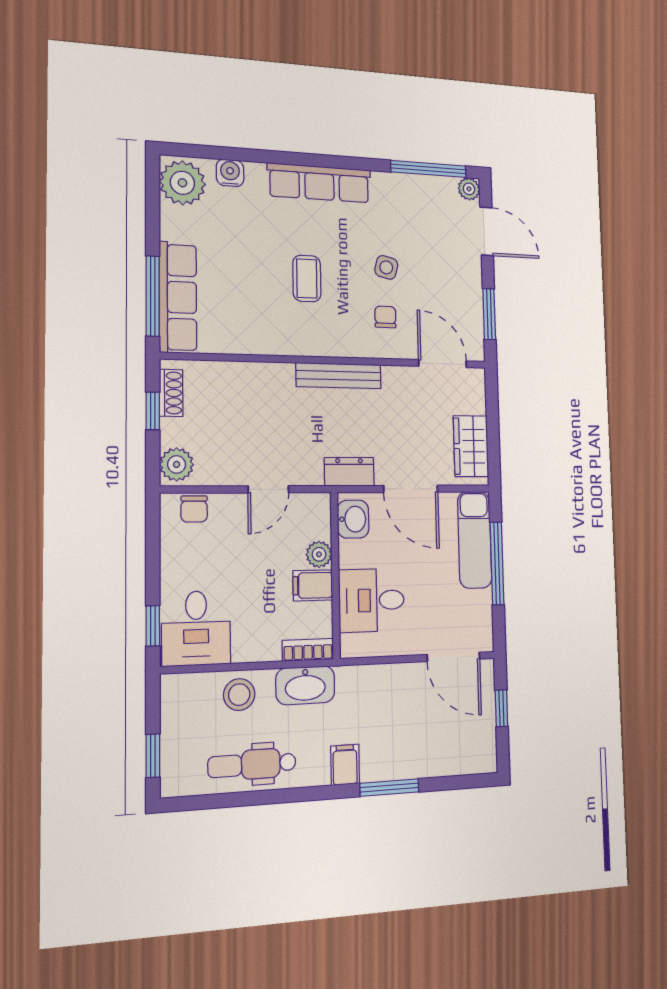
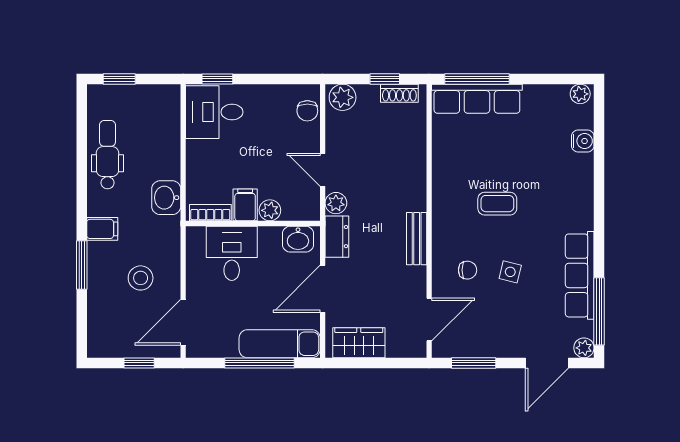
plant: (182, 183) -> (580, 94), width x0.53, depth x0.53
row of seats: (319, 183) -> (580, 275), moved
bench: (339, 376) -> (417, 239), width x0.73
plant: (309, 473) -> (336, 203), added
chair: (194, 509) -> (307, 111), turned -90
bookcase: (308, 650) -> (210, 213), moved, turned -90
washbasin: (305, 685) -> (166, 198), width x0.72
stool: (239, 695) -> (141, 278), moved

